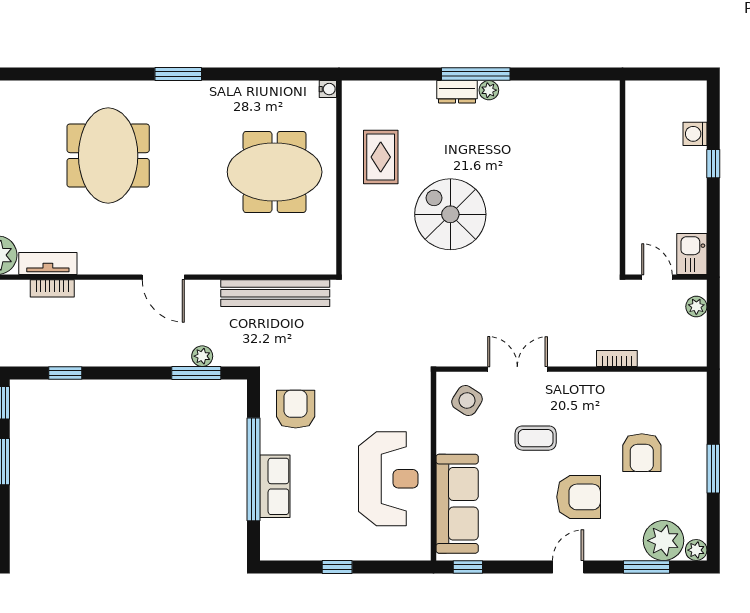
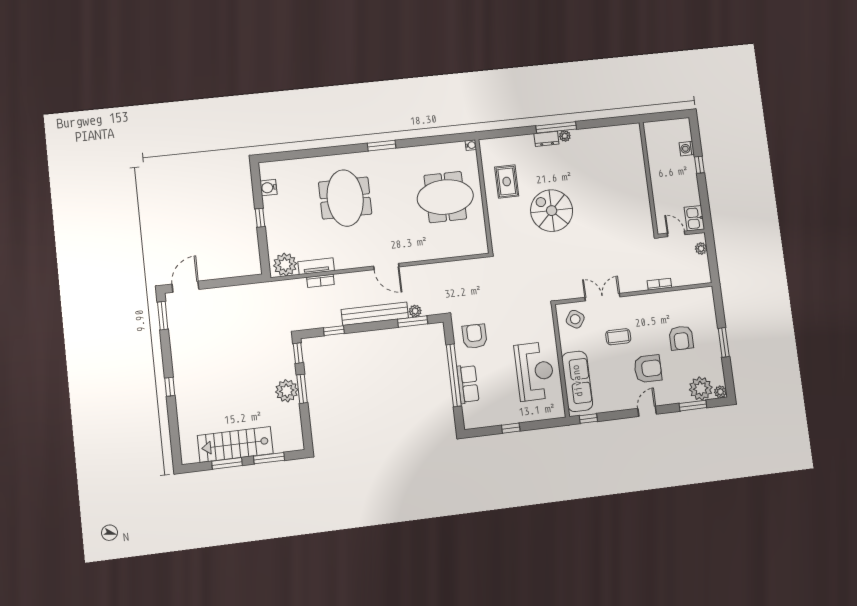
bench: (275, 293) -> (375, 314), moved

